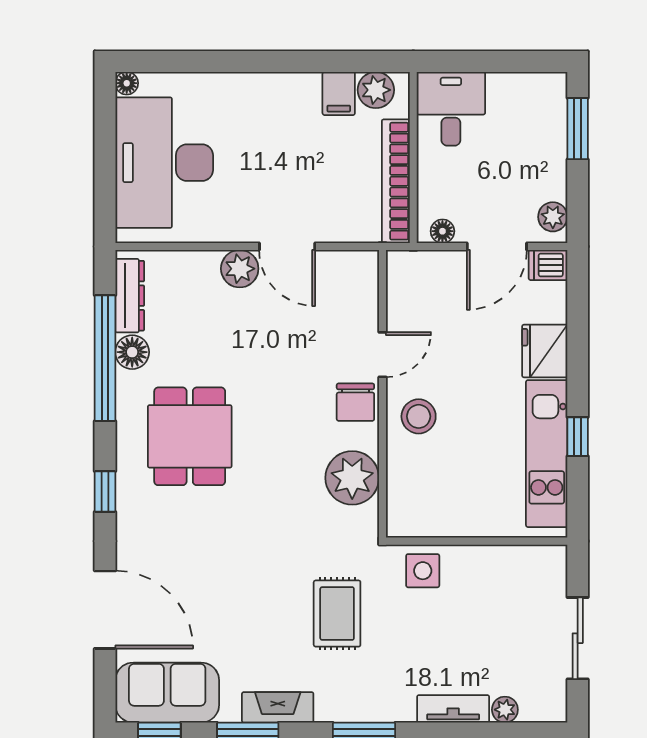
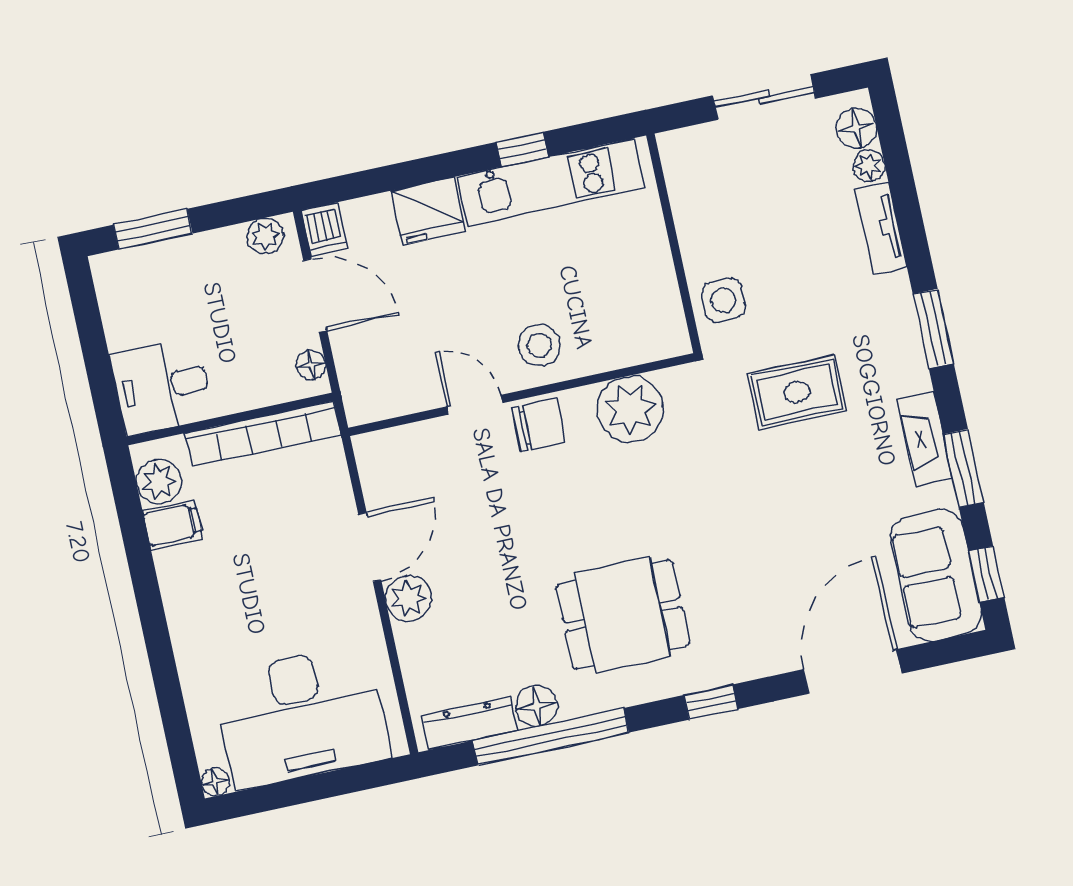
floor lamp: (537, 706) -> (856, 128), added

